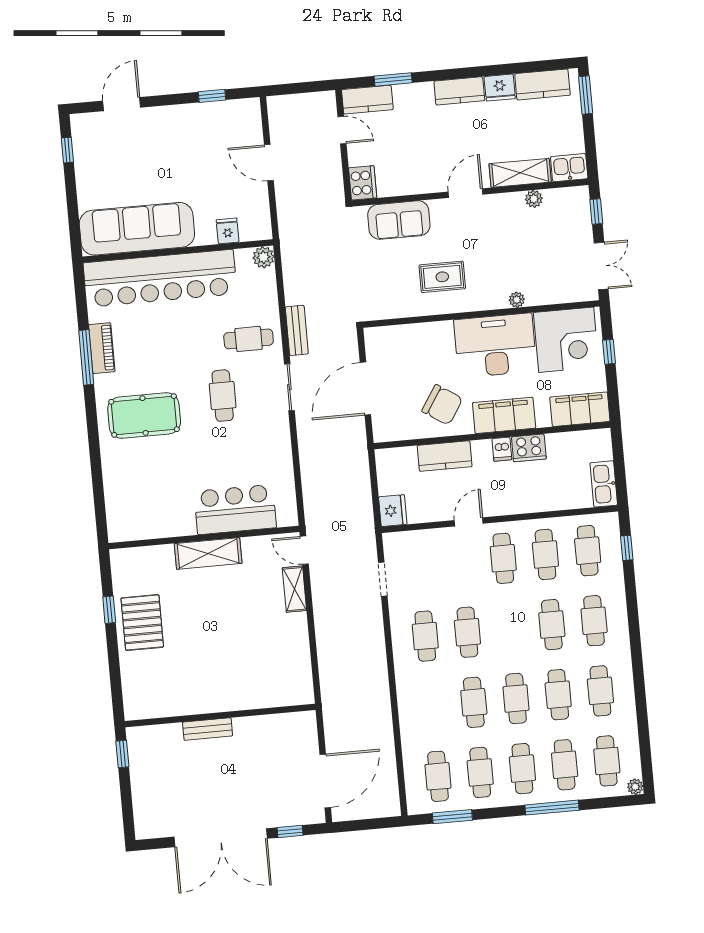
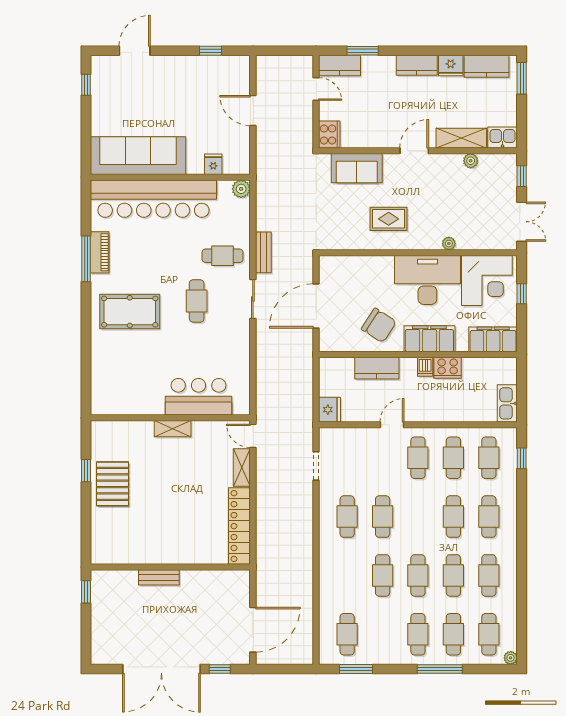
shelving: (208, 553) -> (173, 429), width x0.67, depth x0.75
locker: (298, 659) -> (239, 526), added
cafe table: (480, 772) -> (383, 634), removed

